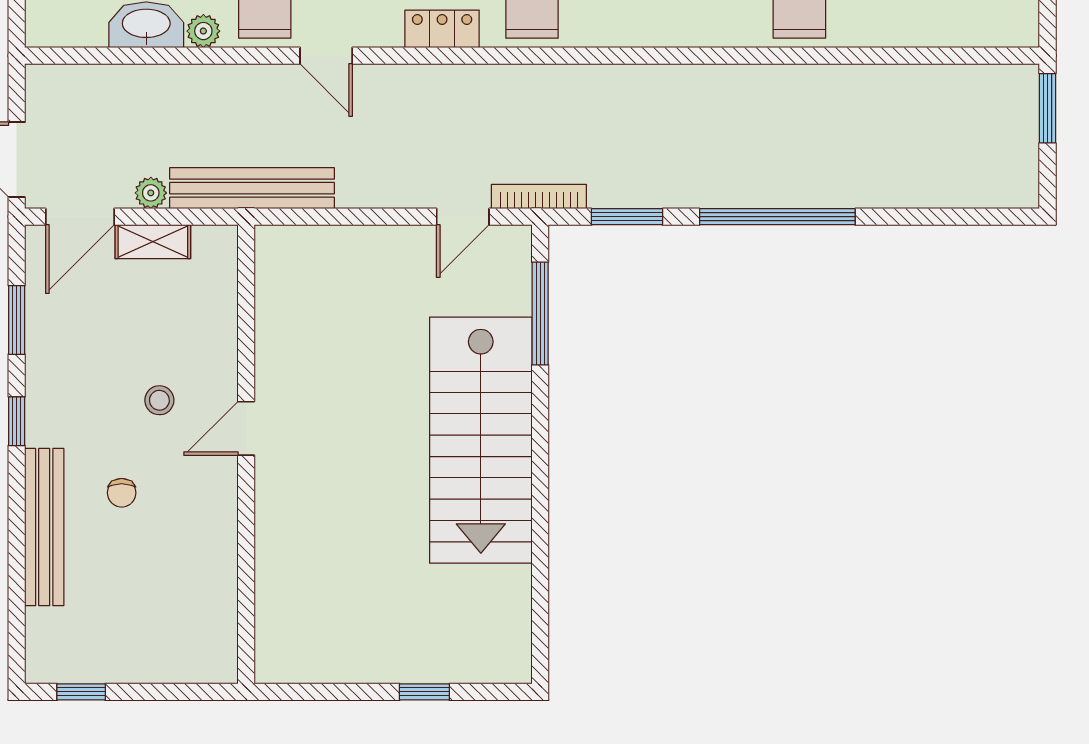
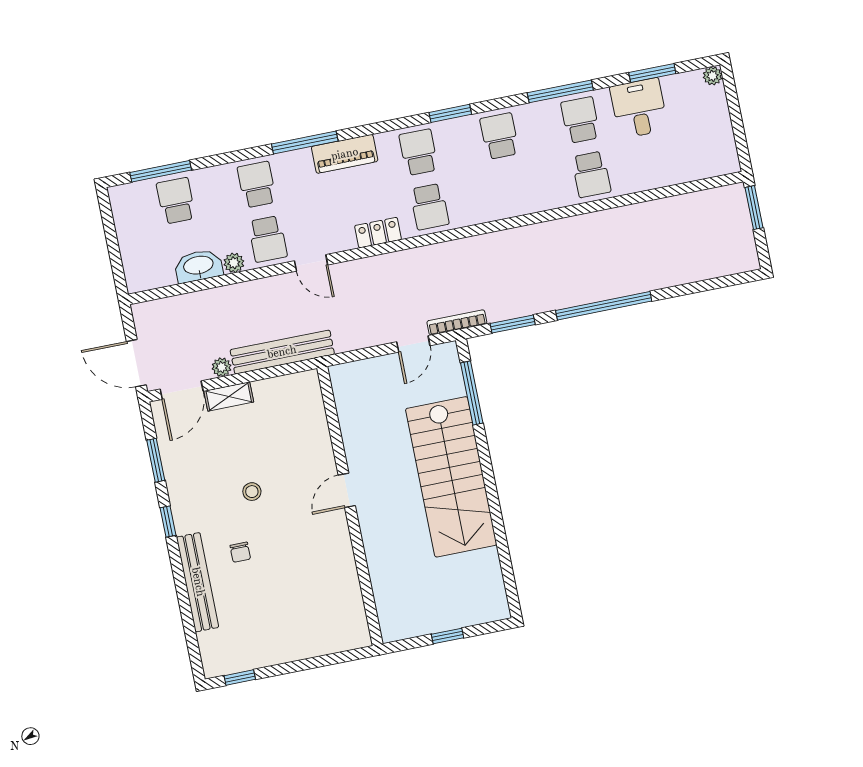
door: (246, 428) -> (347, 490), moved
wall: (246, 454) -> (350, 506), moved

